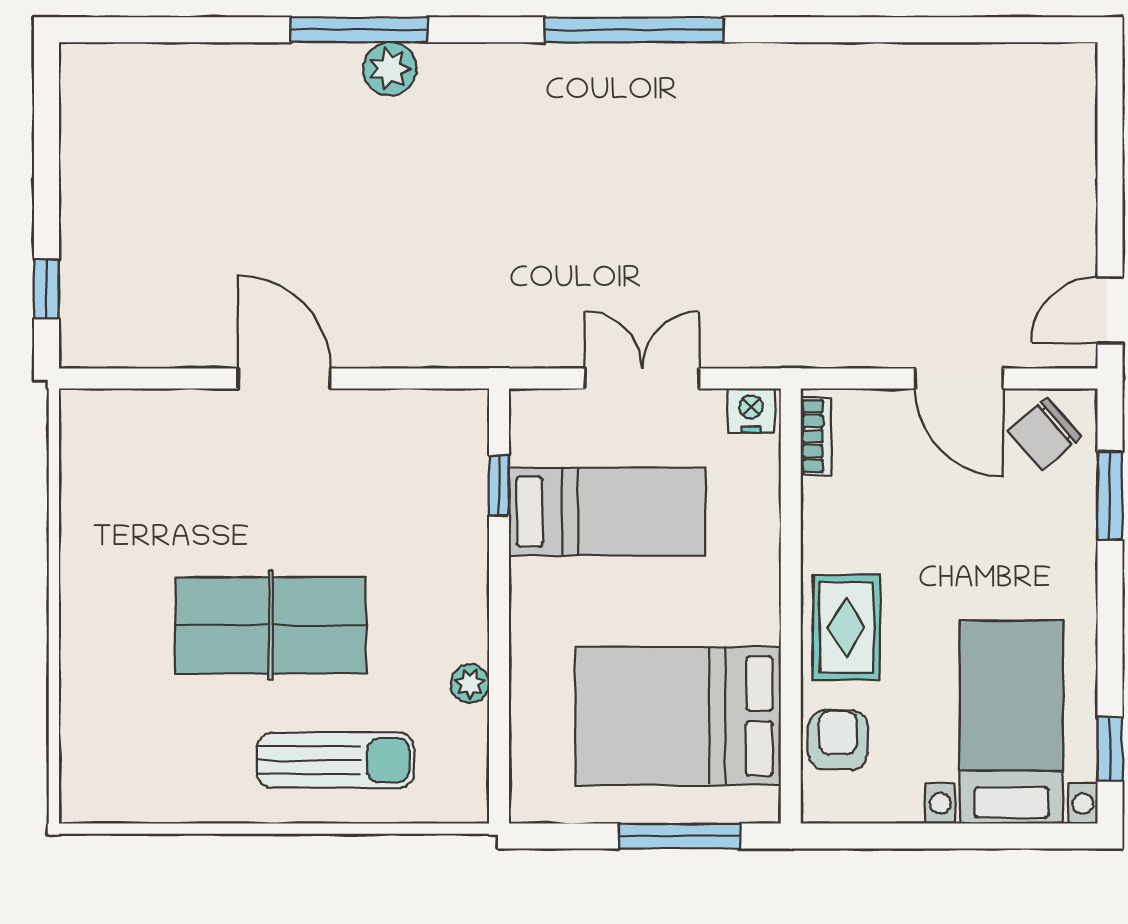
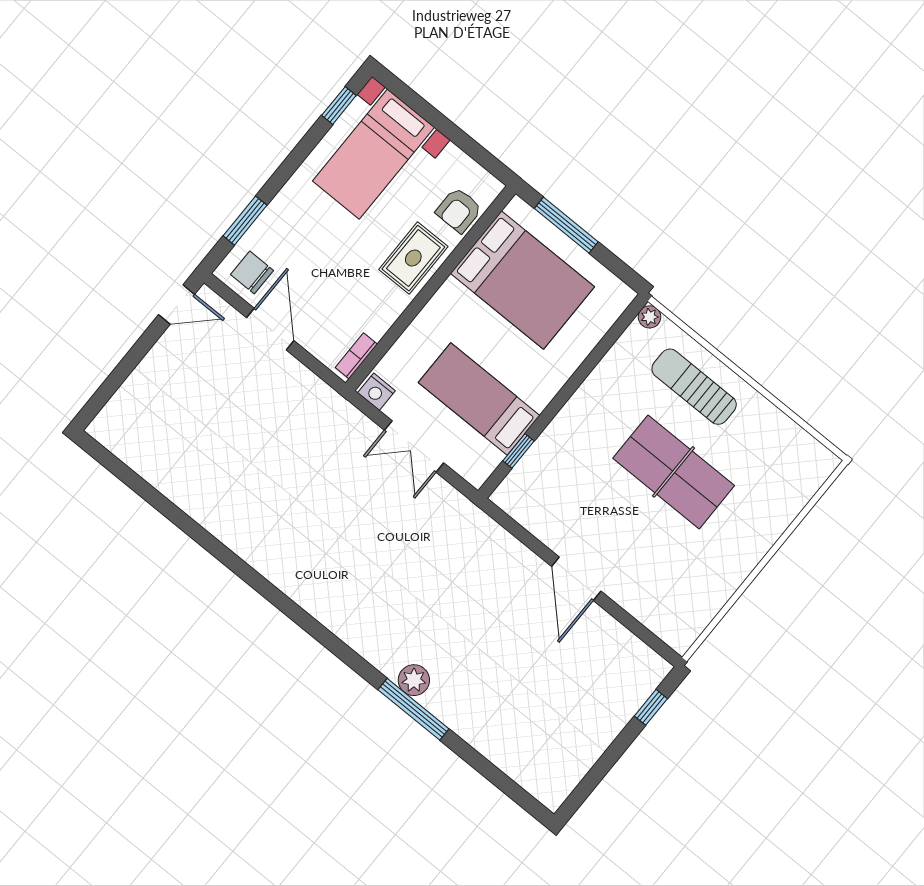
window: (634, 30) -> (289, 607), removed
chair: (1045, 434) -> (252, 272), turned -139
plant: (470, 684) -> (650, 317), moved

